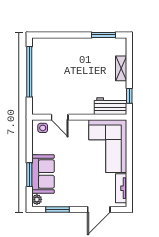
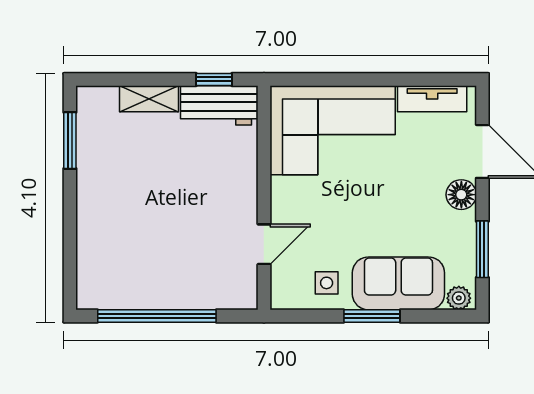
workbench: (110, 106) -> (219, 105), moved, turned -90
side table: (43, 128) -> (327, 283), moved
window: (29, 175) -> (372, 316), moved
floor lamp: (81, 201) -> (461, 195), added

